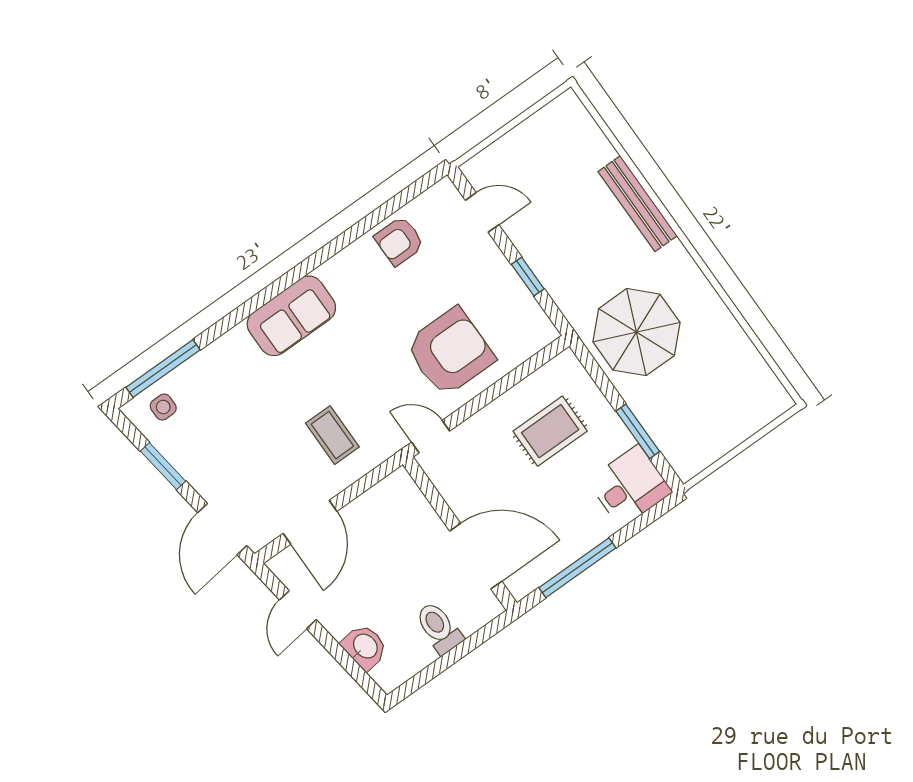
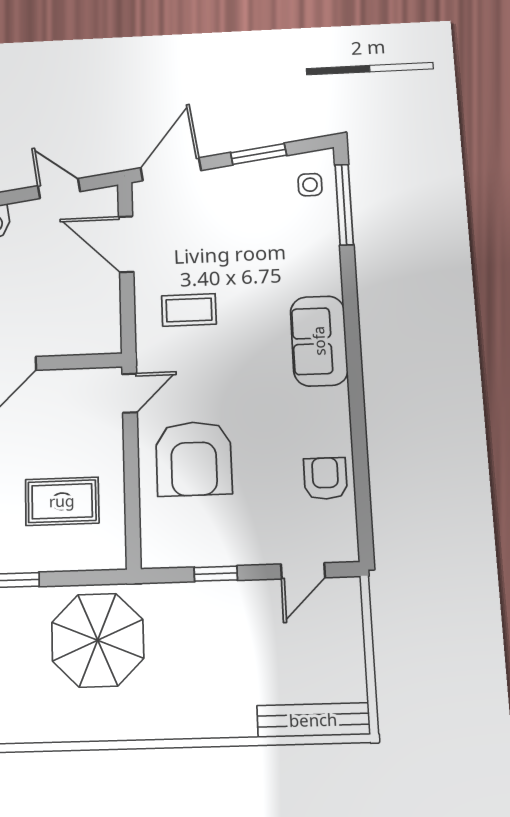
bench: (638, 204) -> (313, 720), moved
rug: (550, 431) -> (62, 501), turned 90
door: (222, 529) -> (171, 169), hinge flipped

